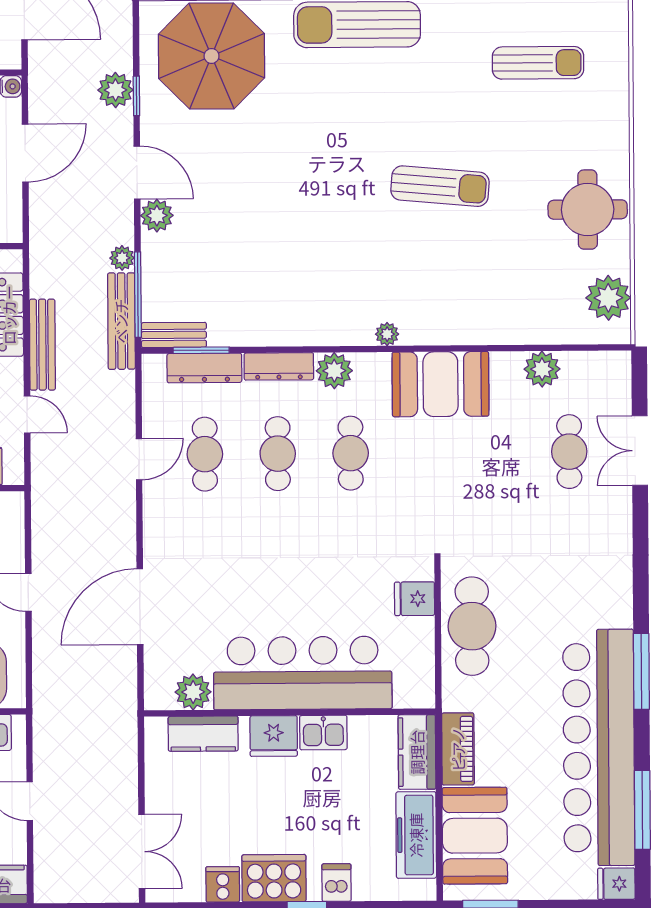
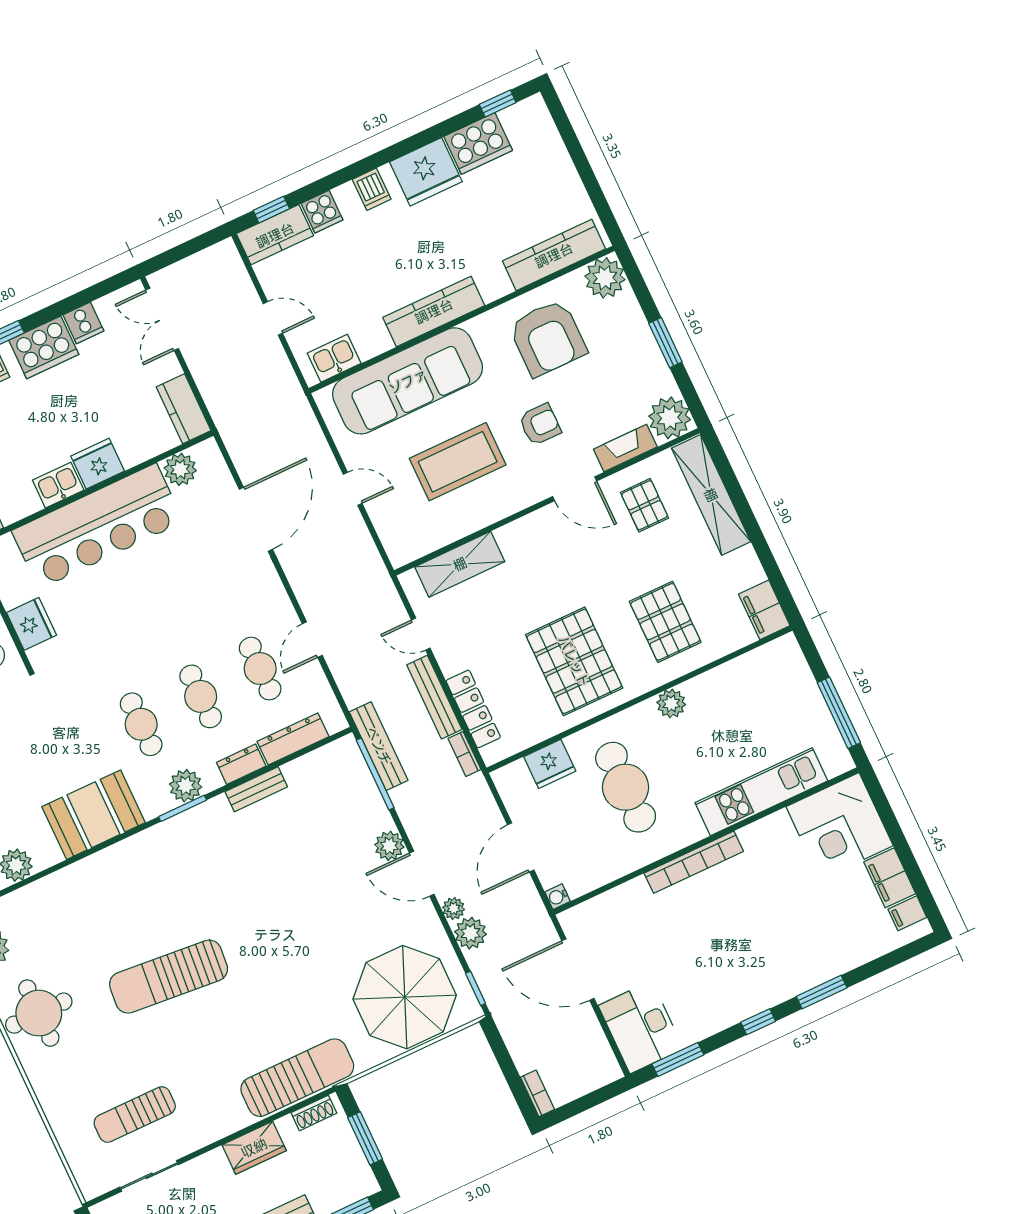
window: (136, 96) -> (476, 988), moved
sun lounger: (440, 186) -> (169, 977), width x1.36, depth x1.34
plant: (122, 258) -> (454, 908), moved
bookcase: (39, 273) -> (464, 754), added
plant: (387, 334) -> (156, 835), removed
bench: (174, 335) -> (256, 789), moved
window: (201, 350) -> (182, 808), moved
dresser: (279, 366) -> (241, 764), width x0.70
fridge: (415, 599) -> (31, 624), width x1.38
kitchen counter: (203, 734) -> (184, 409), moved, turned -90

